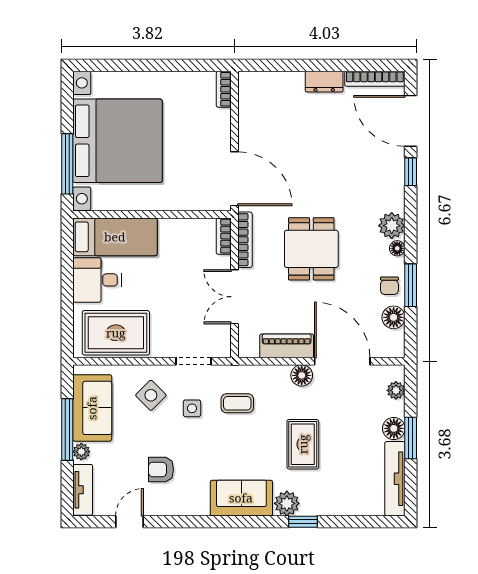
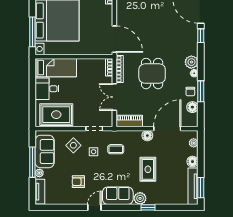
piano: (287, 346) -> (129, 121), moved
door: (342, 361) -> (167, 129), hinge flipped
window: (411, 438) -> (201, 188), moved
door: (130, 522) -> (94, 207), moved

